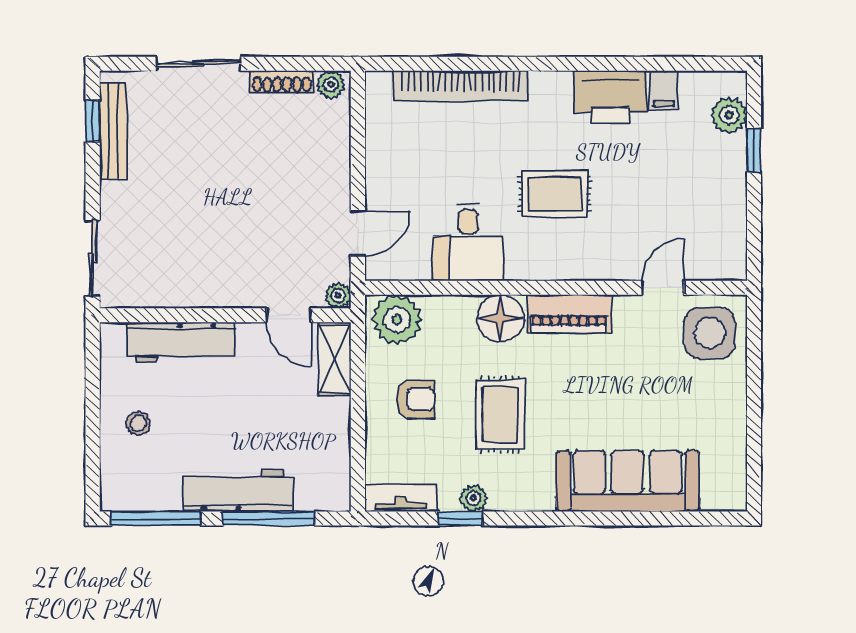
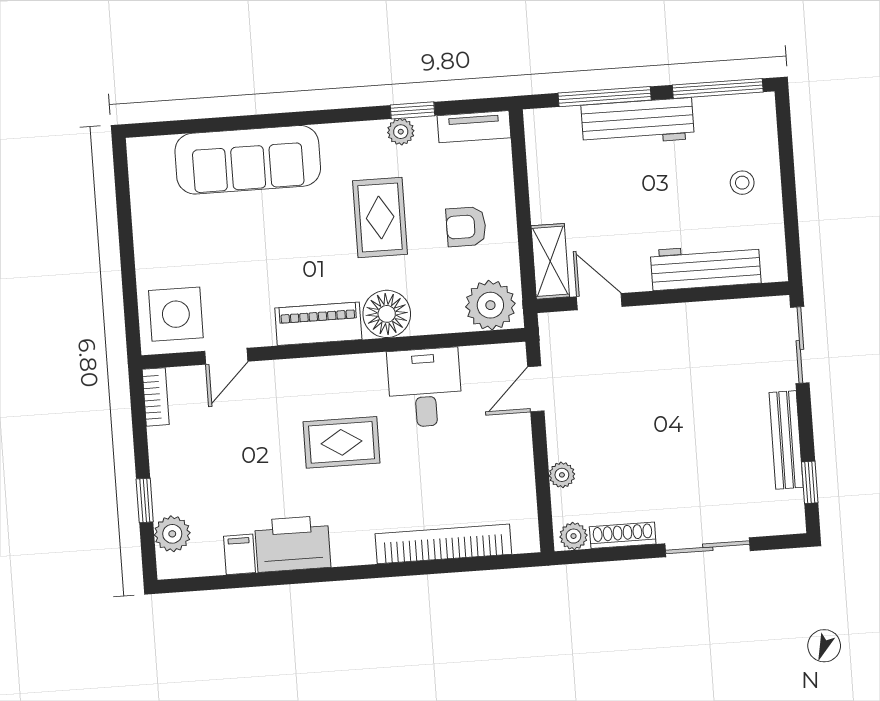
bench: (113, 131) -> (786, 440), moved
bookcase: (736, 252) -> (156, 397), added
plant: (338, 295) -> (562, 475), moved

